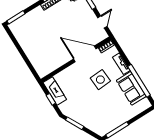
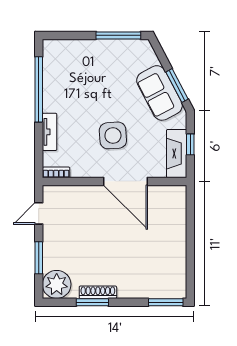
door: (85, 54) -> (126, 181), moved
side table: (100, 80) -> (113, 135), moved
sofa: (131, 88) -> (160, 93), moved, turned 152

